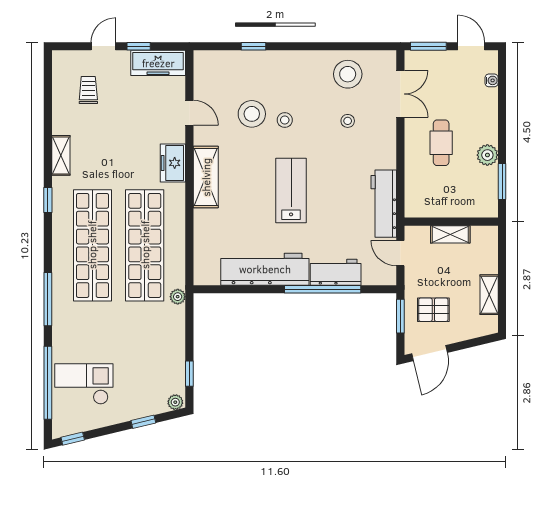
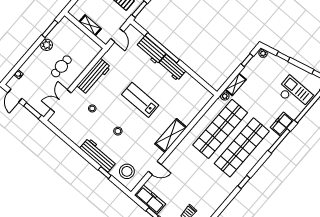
workbench: (284, 63) -> (98, 155), added
stool: (348, 74) -> (76, 128), removed
door: (189, 113) -> (155, 168), swing flipped
stool: (252, 114) -> (127, 171), moved
shelving: (61, 155) -> (236, 84), moved
freezer: (173, 163) -> (282, 124), moved, turned 180
lab bench: (291, 190) -> (140, 100), turned 90
workbench: (384, 204) -> (94, 76), moved
workbench: (265, 269) -> (172, 68), width x0.53, depth x0.76
checkout: (84, 384) -> (294, 93), turned 180

